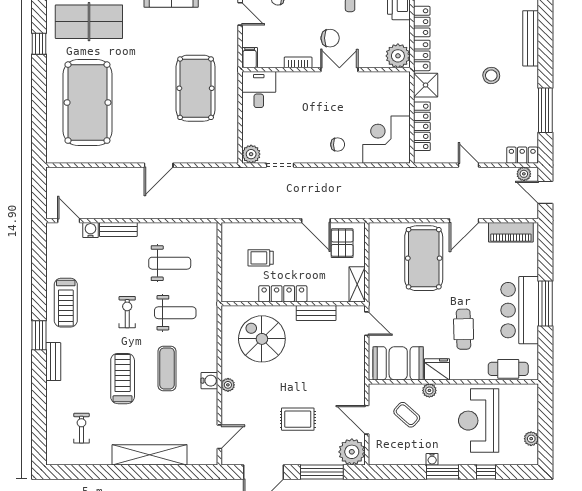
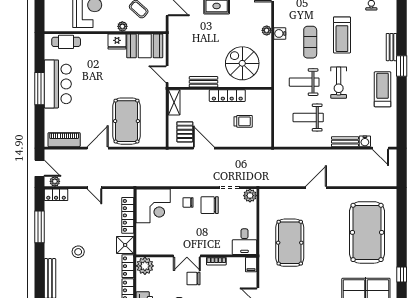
chair: (307, 141) -> (210, 205), added
exercise bike: (127, 312) -> (339, 83), width x1.38, depth x1.39
cafe table: (464, 329) -> (98, 70), removed
spiral stairs: (262, 339) -> (242, 63), turned 180

